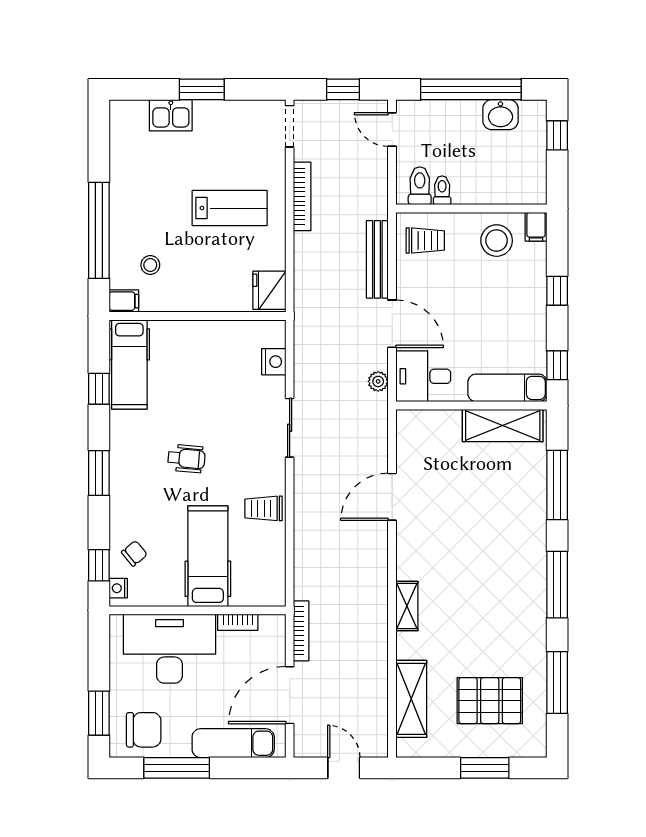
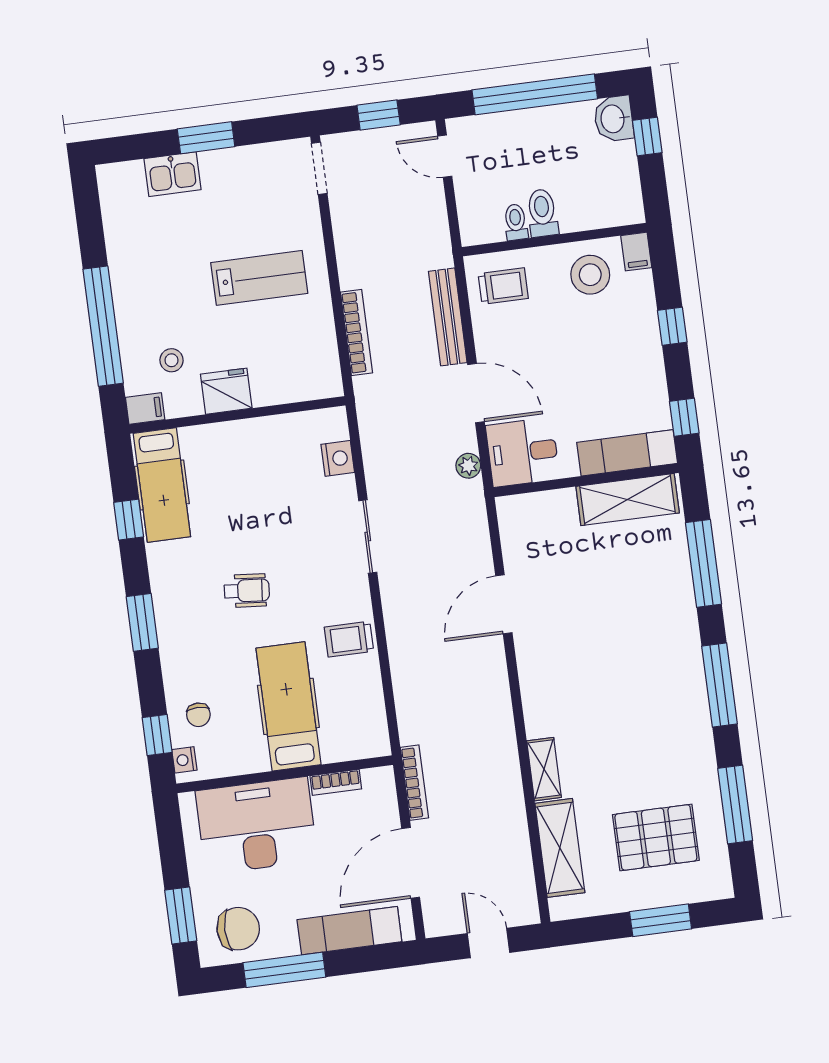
washbasin: (500, 115) -> (614, 119), moved, turned 90
toilet: (420, 186) -> (542, 213), moved
bookcase: (302, 196) -> (357, 332), moved
fridge: (269, 290) -> (226, 391), moved, turned 90
chair: (134, 553) -> (198, 715), turned 129
shelving: (407, 606) -> (544, 769), moved

